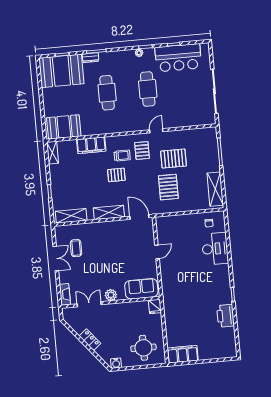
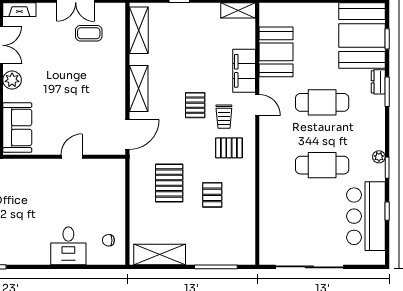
booth: (64, 127) -> (276, 52), moved
door: (156, 131) -> (257, 105), moved
pallet: (174, 159) -> (212, 195), width x0.67, depth x0.71
pallet: (168, 187) -> (169, 183), turned 90
desk: (215, 249) -> (68, 246), width x0.73
door: (157, 252) -> (72, 157), swing flipped

